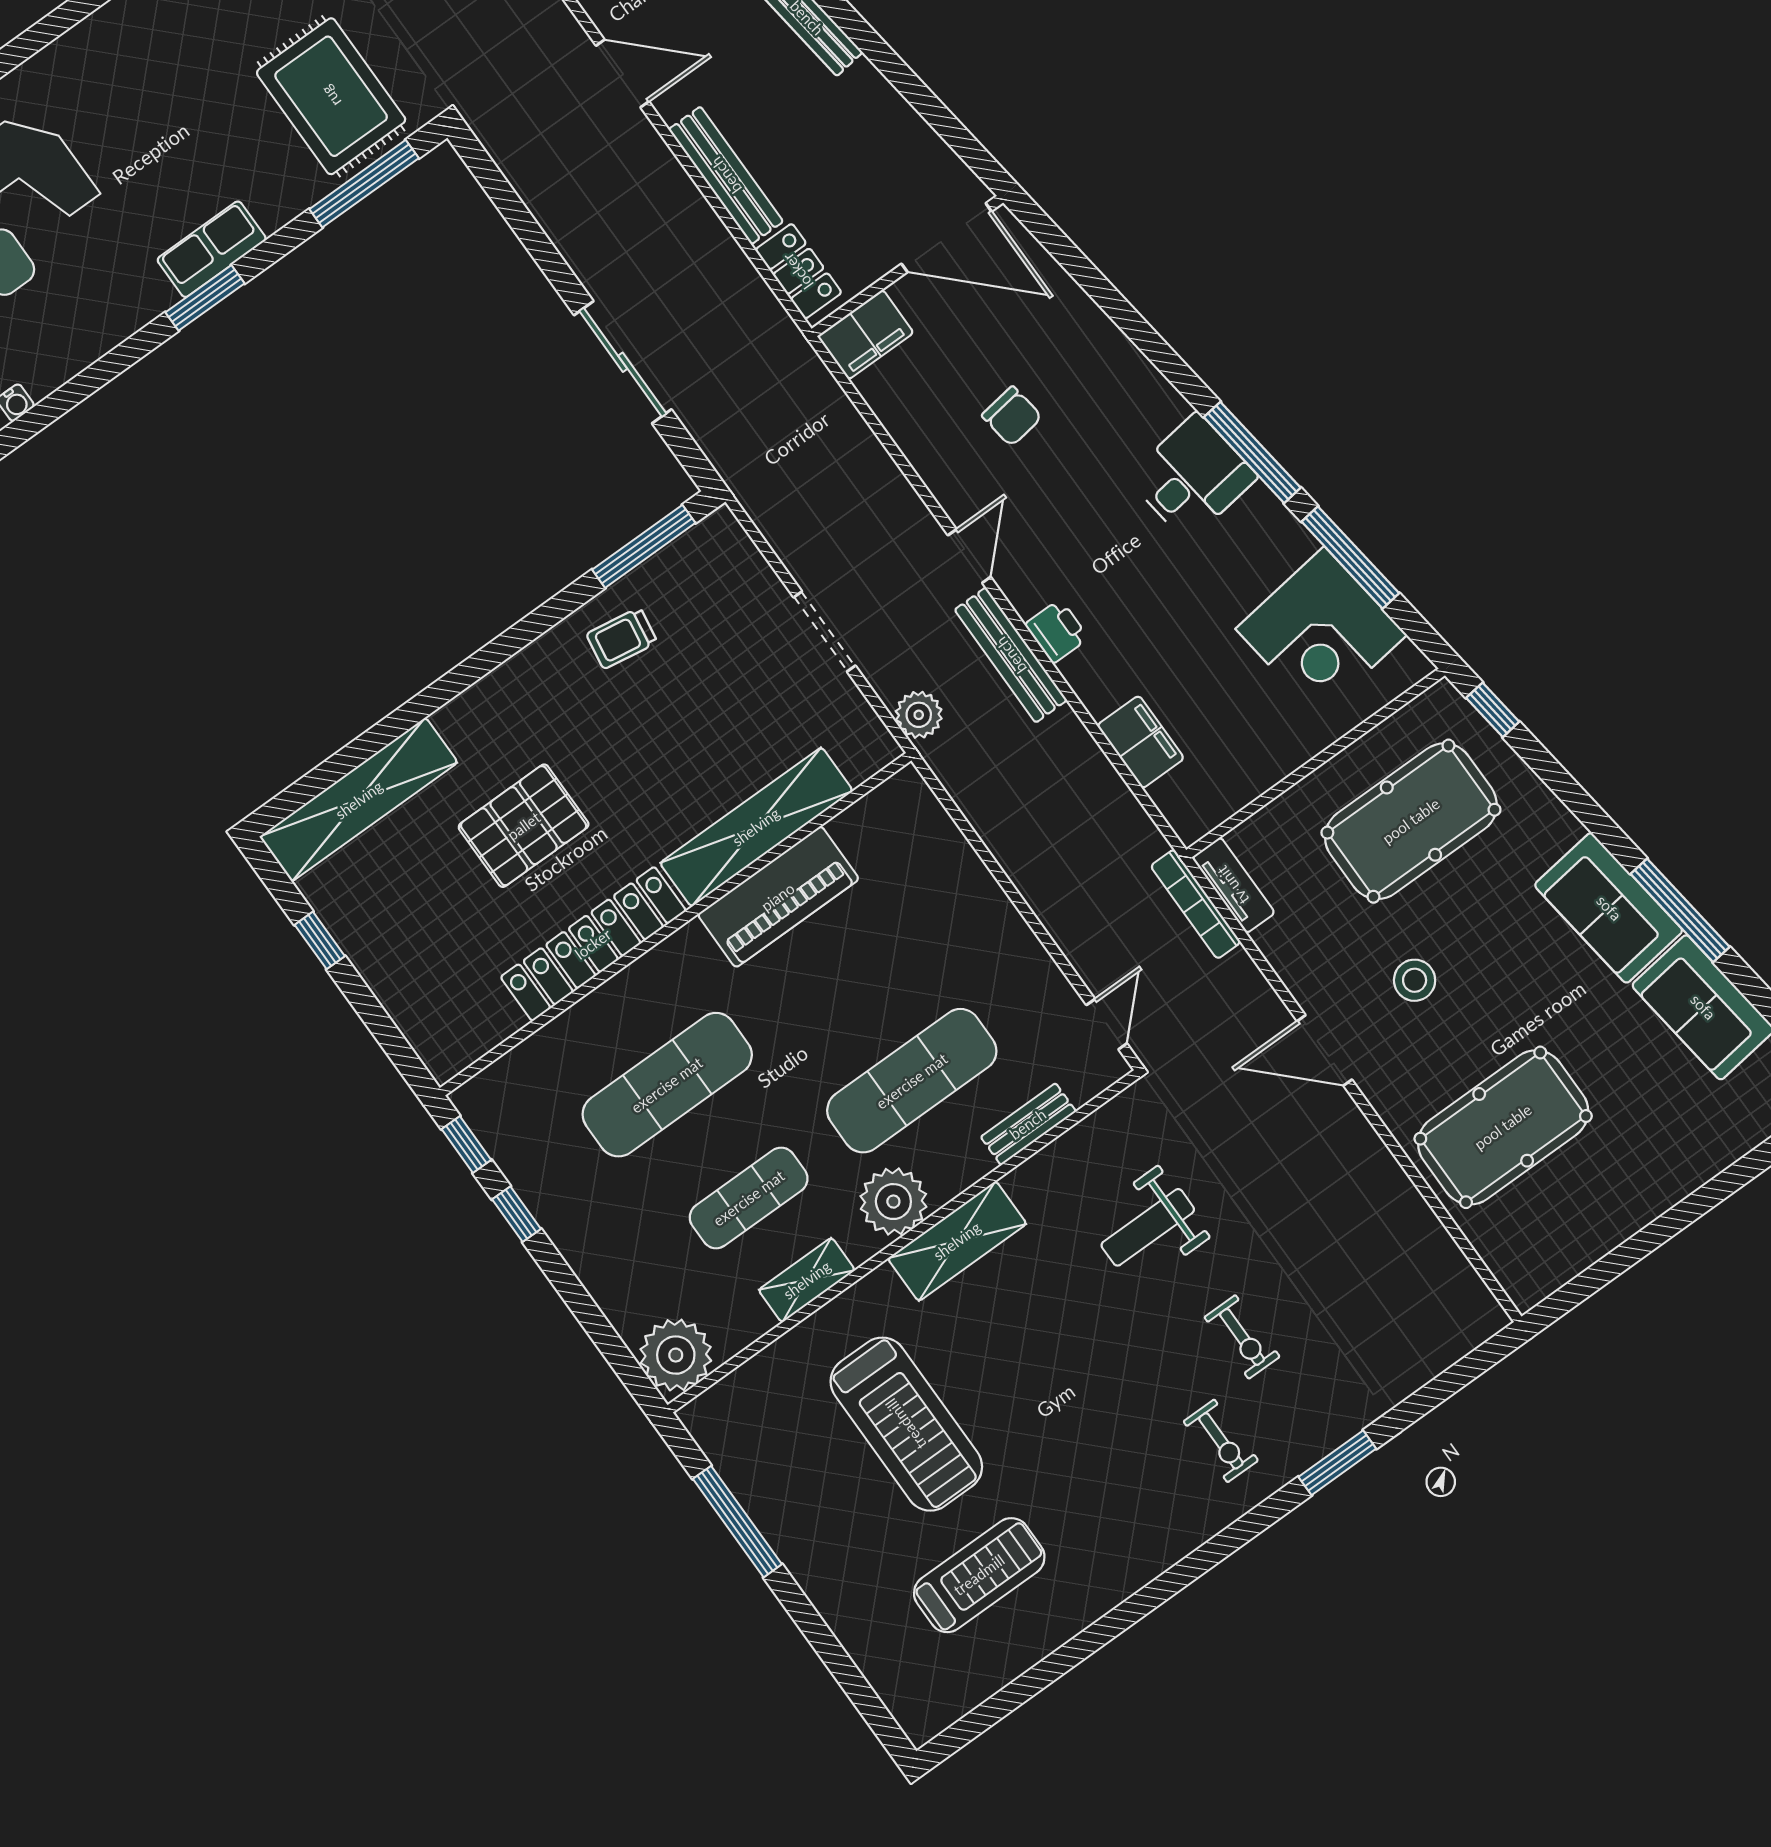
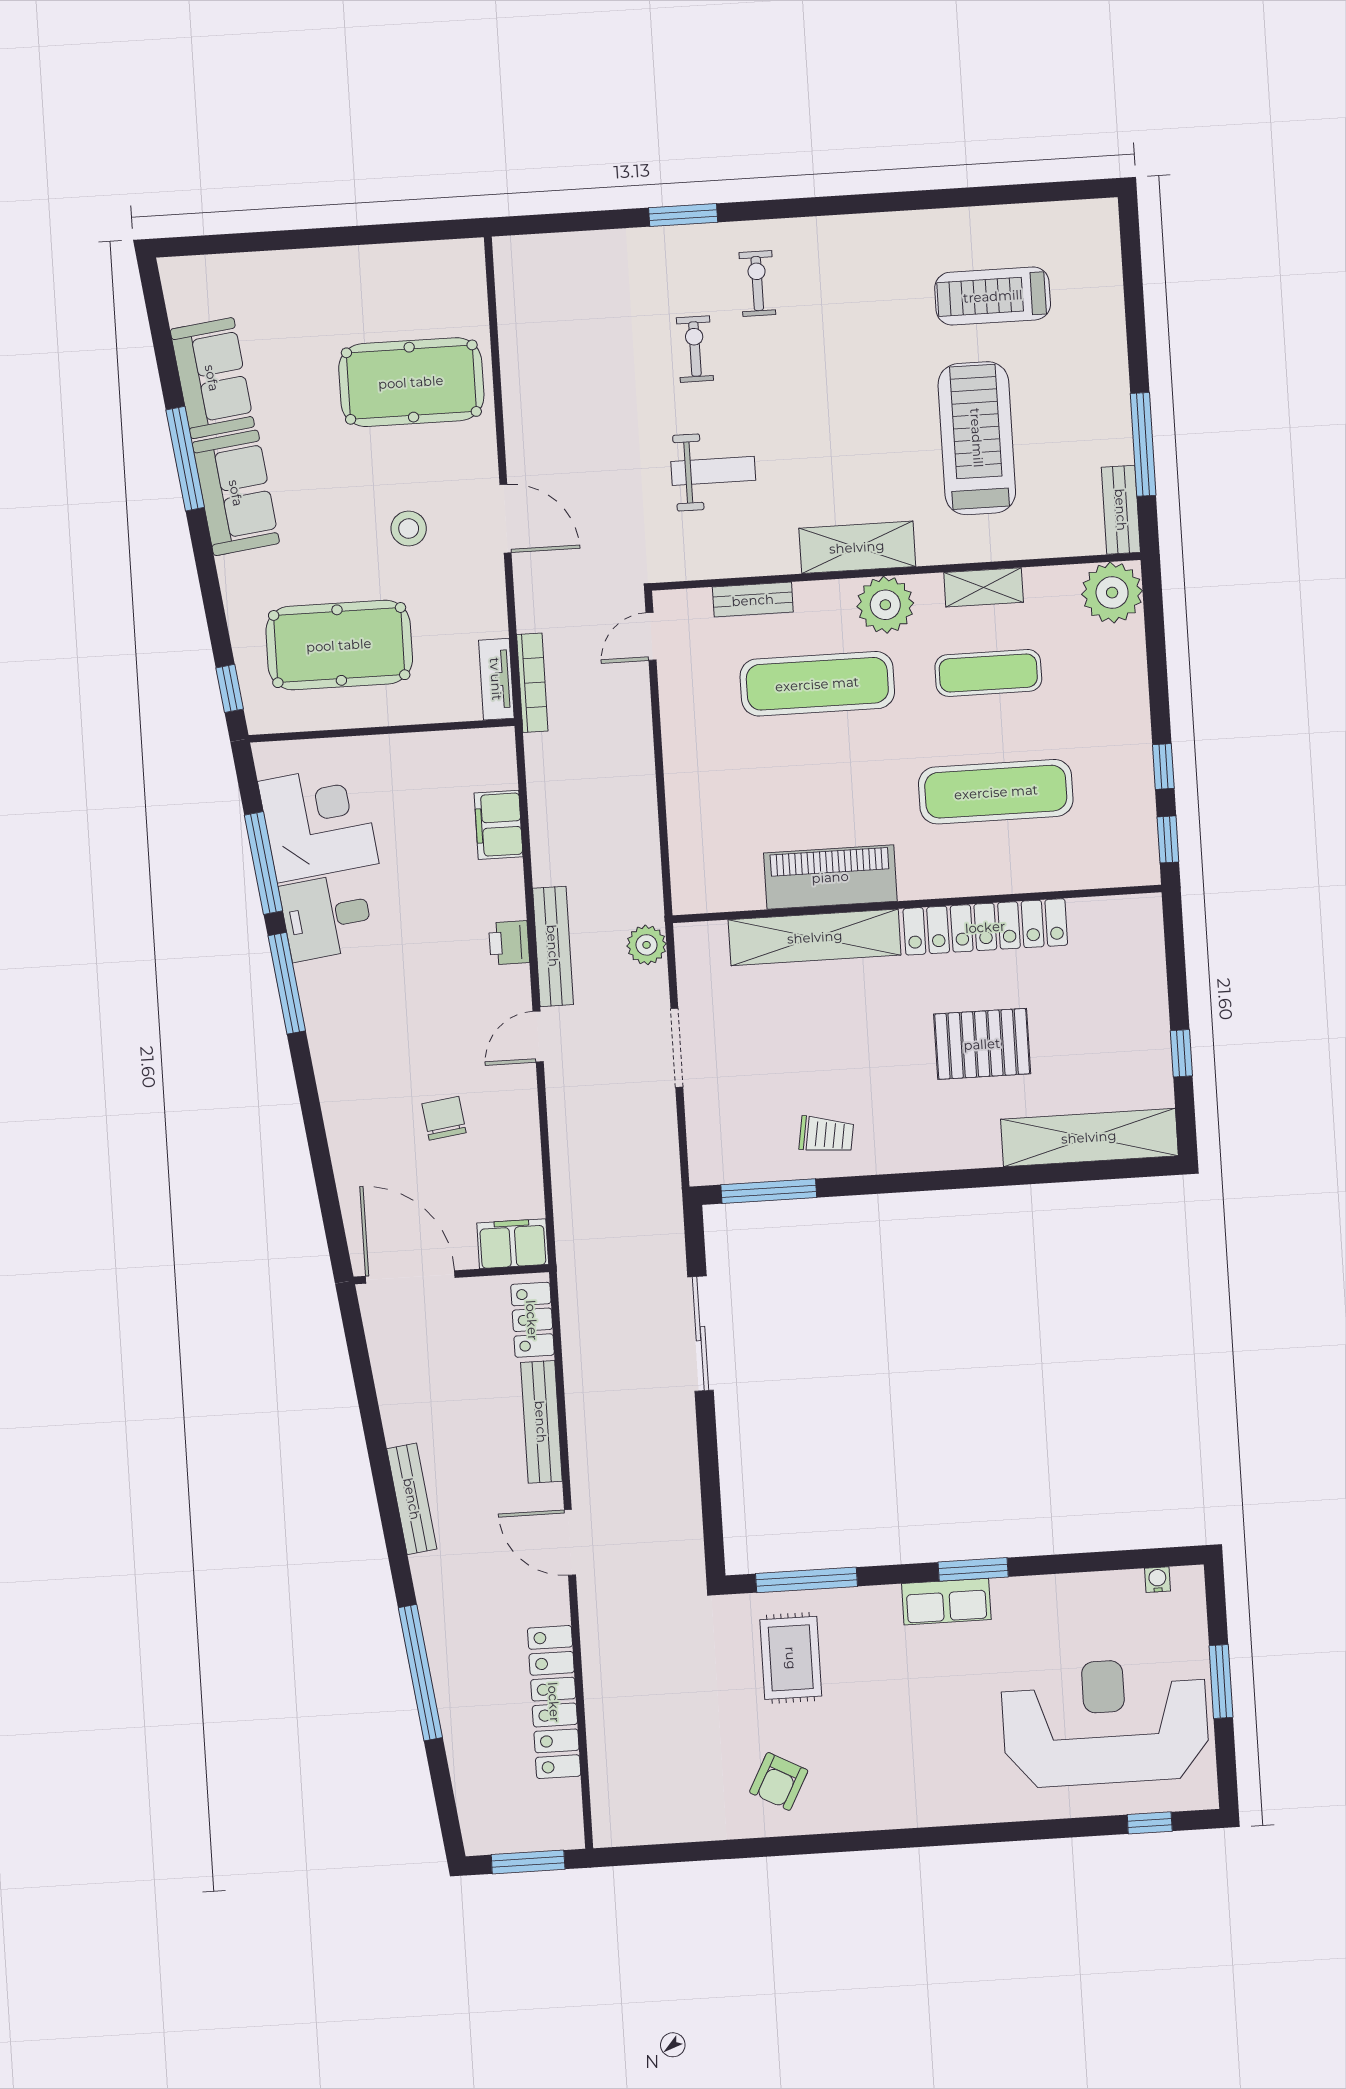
rug: (331, 96) -> (791, 1658), width x0.73, depth x0.70
desk: (1192, 477) -> (327, 917), moved
bench: (719, 1443) -> (1121, 510), added

